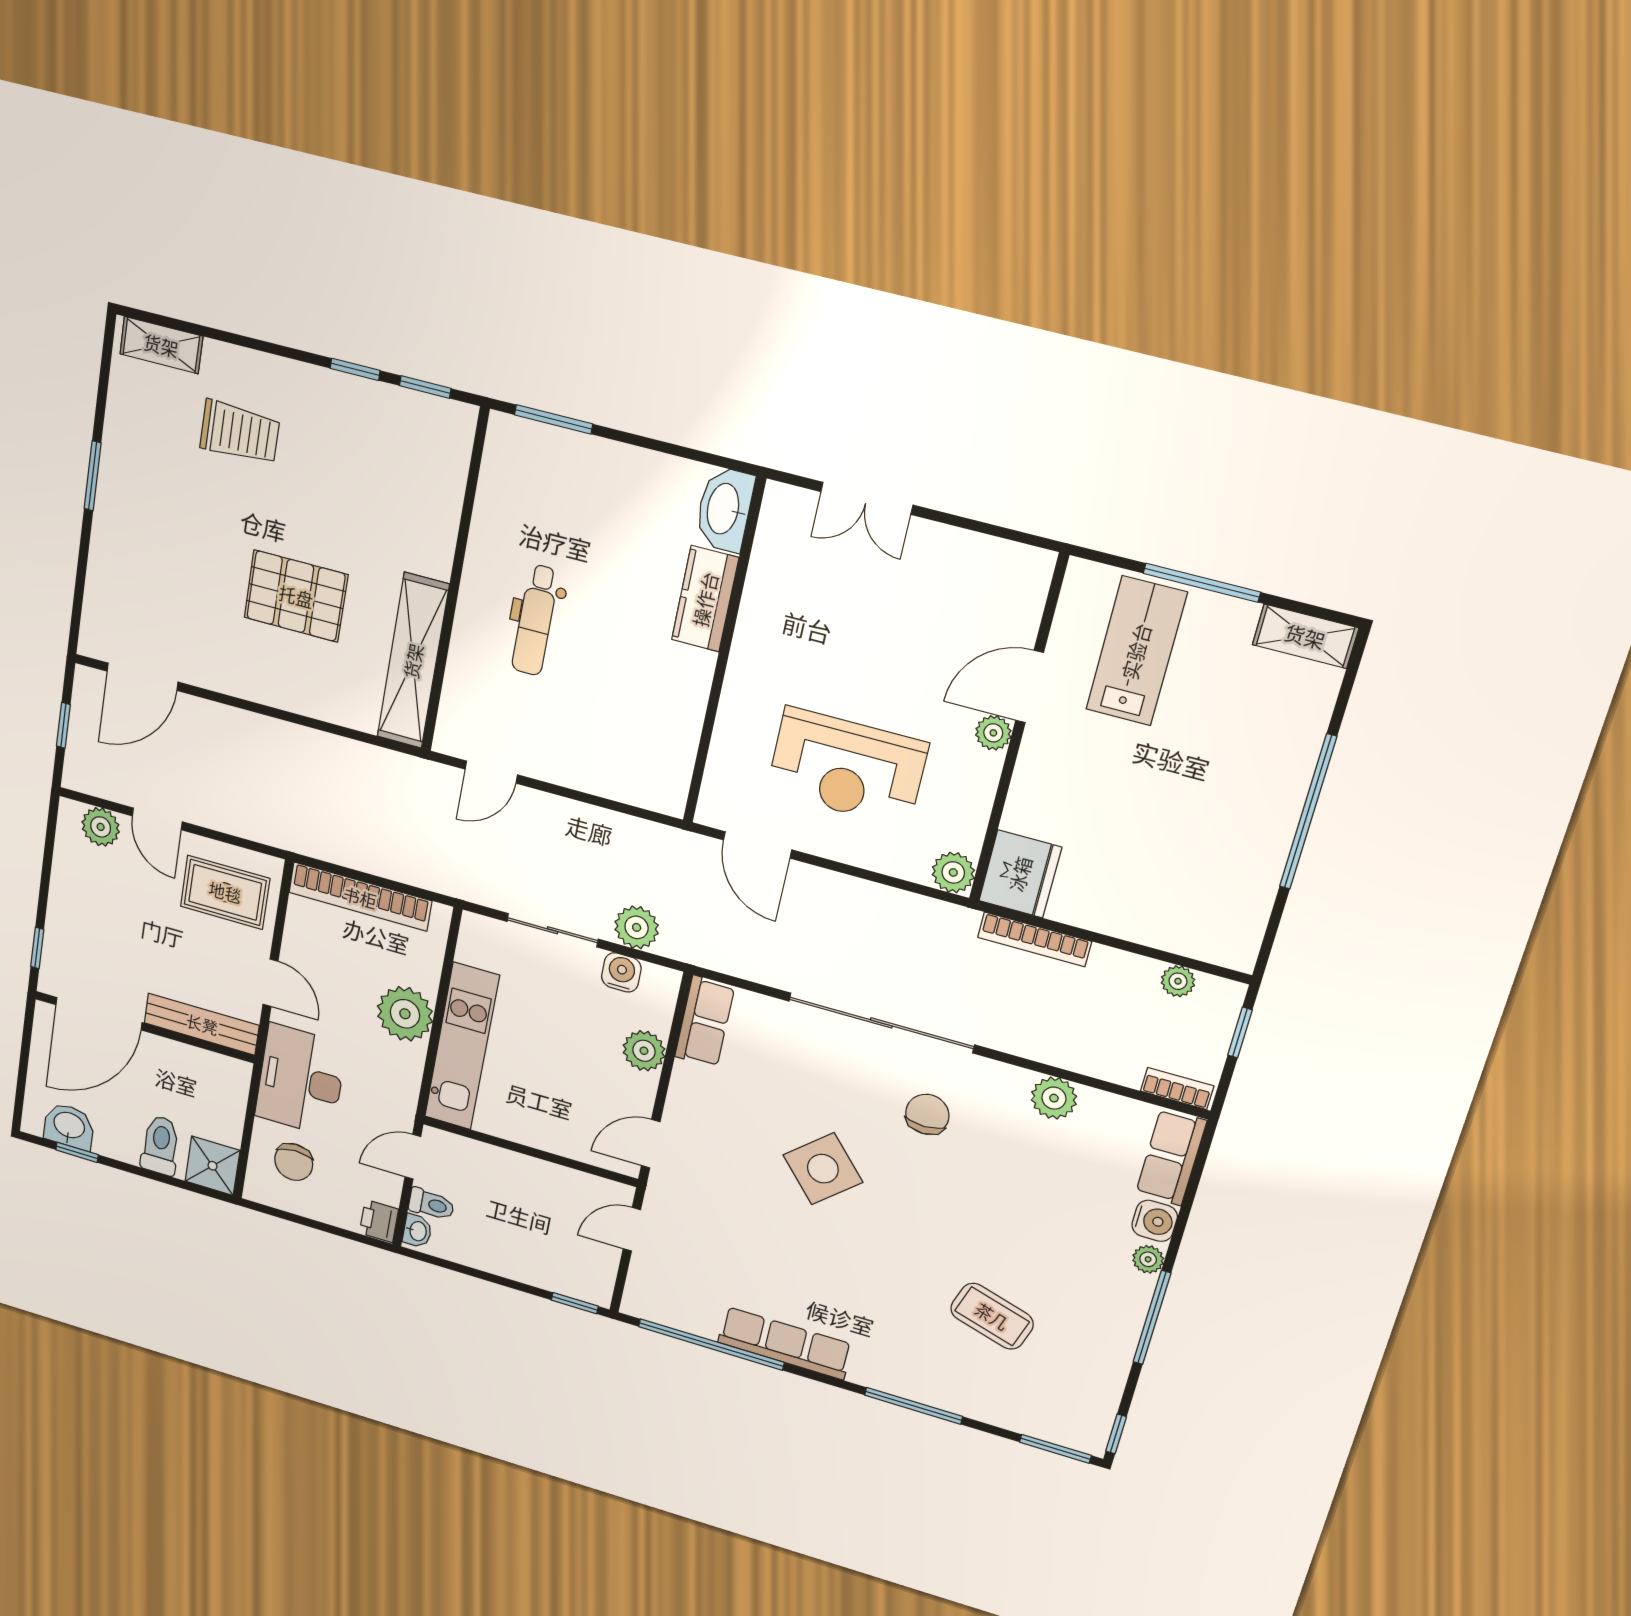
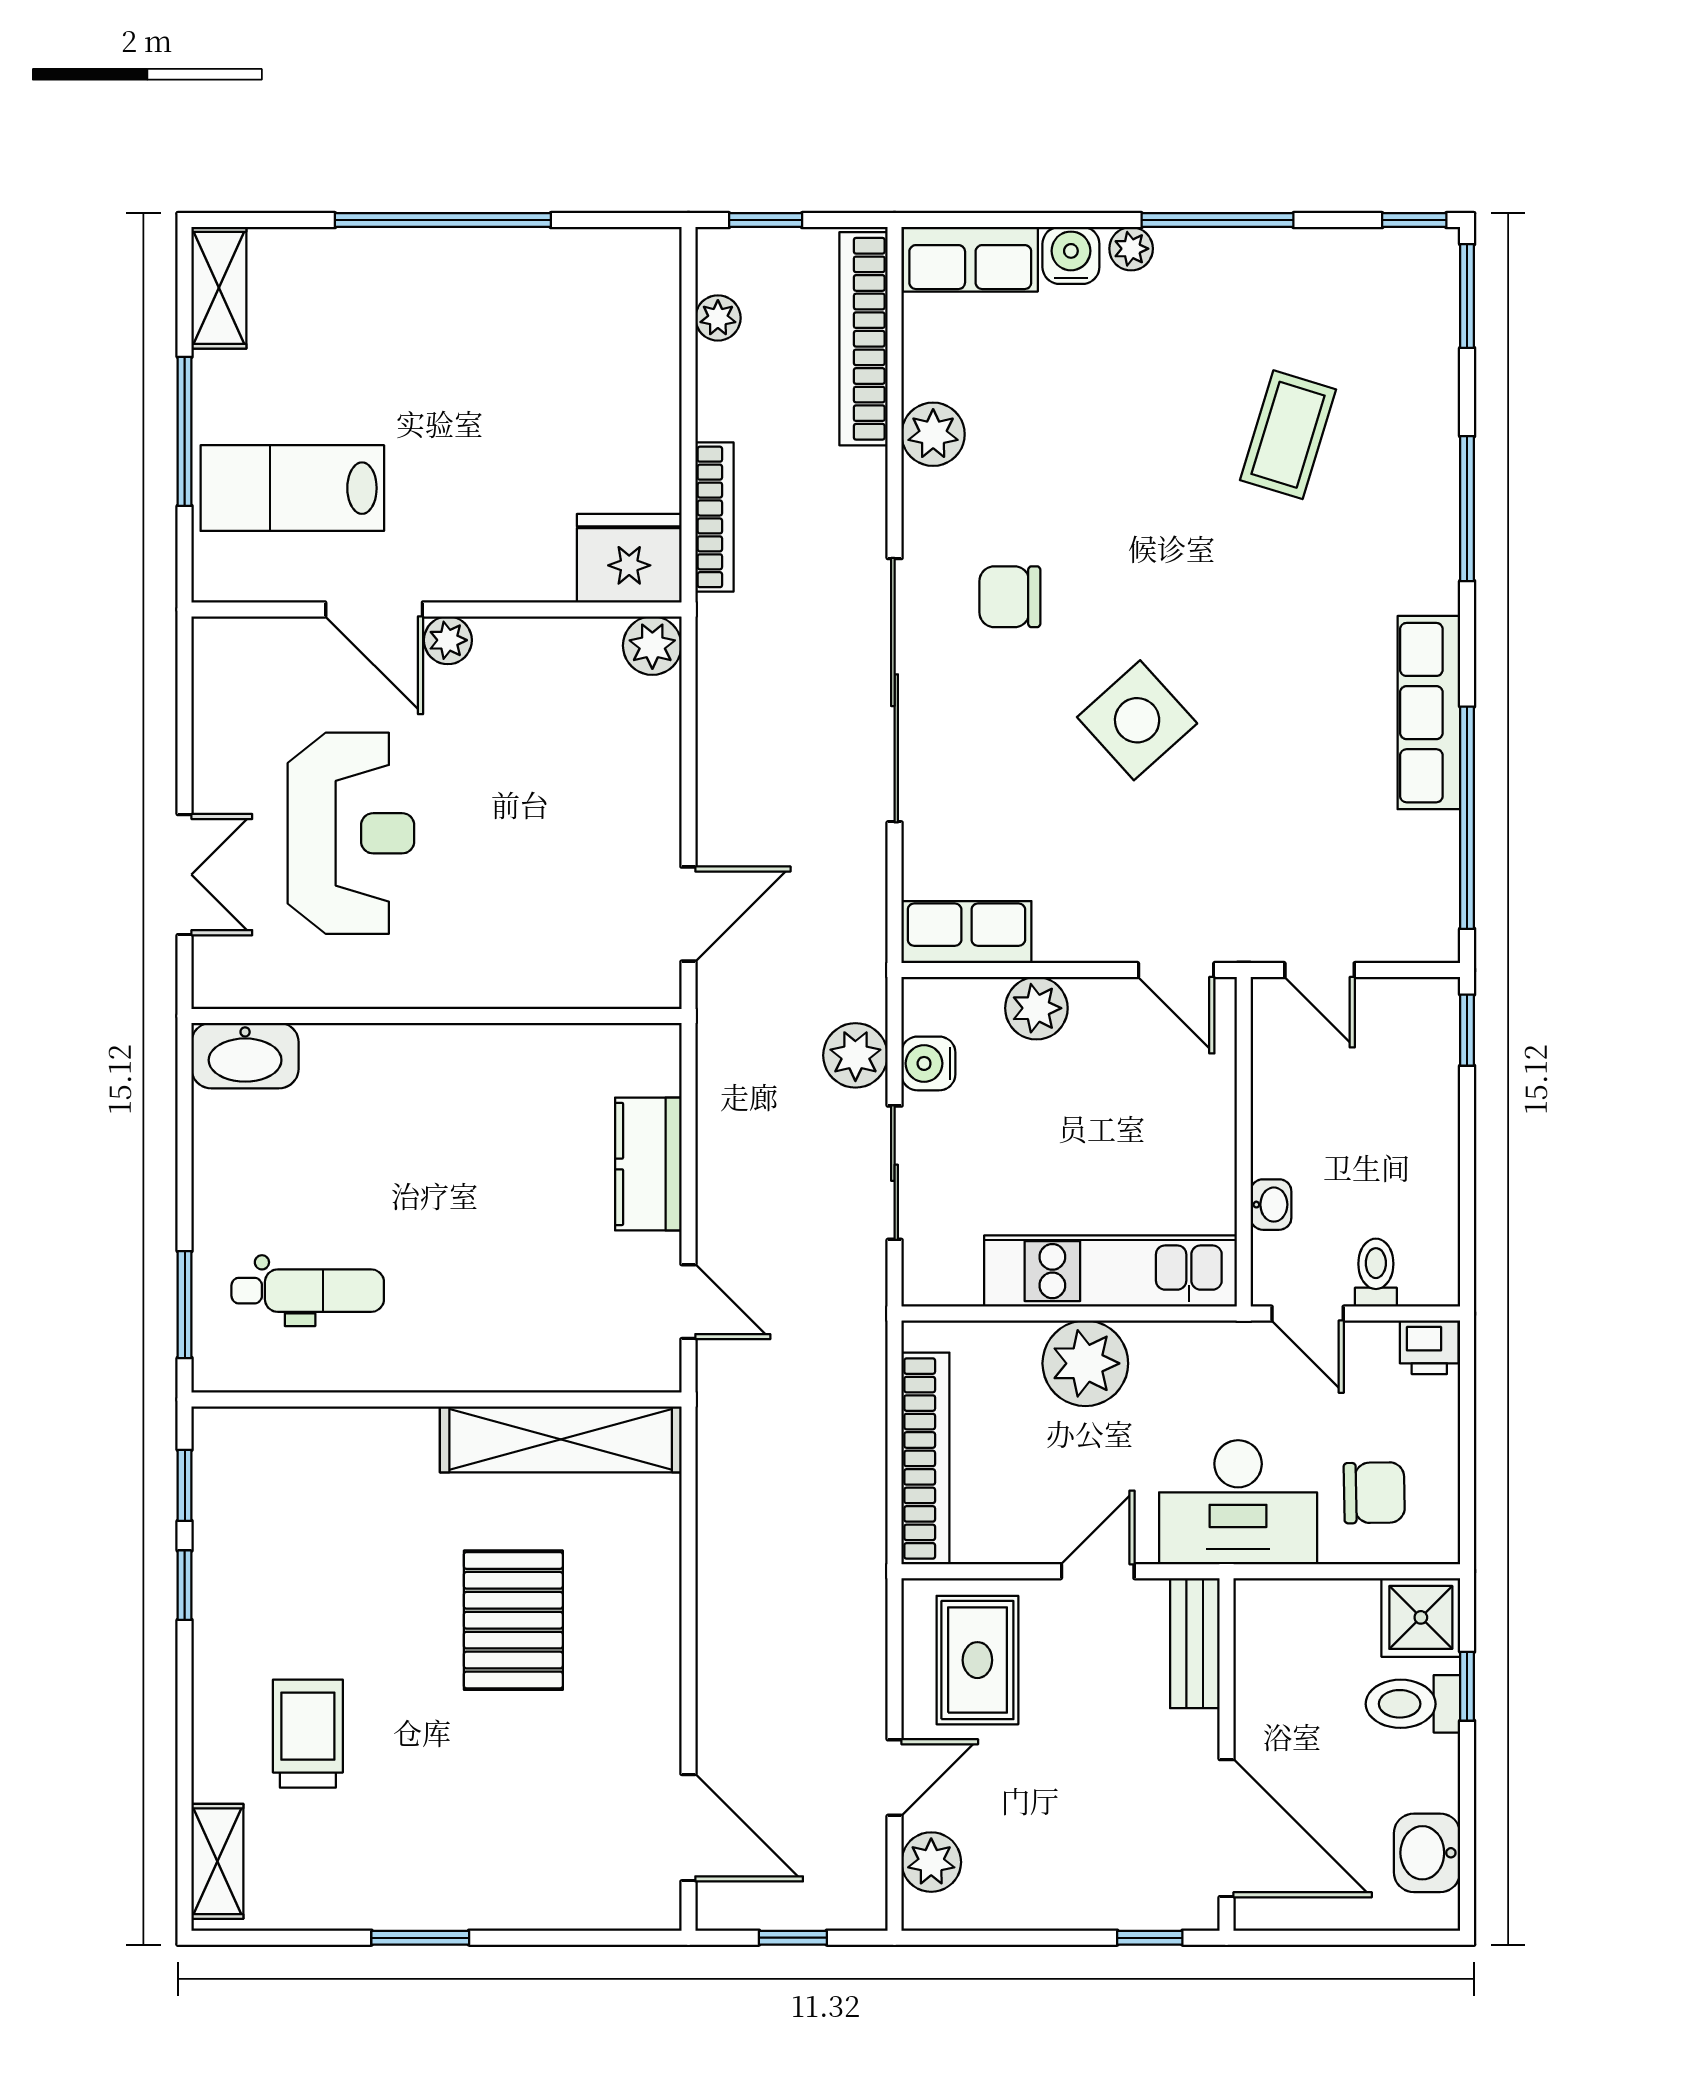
kitchen counter: (705, 599) -> (648, 1164), moved, turned 90
dental chair: (535, 620) -> (308, 1291), moved
reception desk: (847, 767) -> (351, 833), moved
bench: (202, 1024) -> (1195, 1643), width x0.73
bookcase: (1177, 1088) -> (863, 339), width x2.31, depth x1.31
window: (77, 1152) -> (1467, 1686), moved
washbasin: (417, 1231) -> (1271, 1205), moved, turned 90

